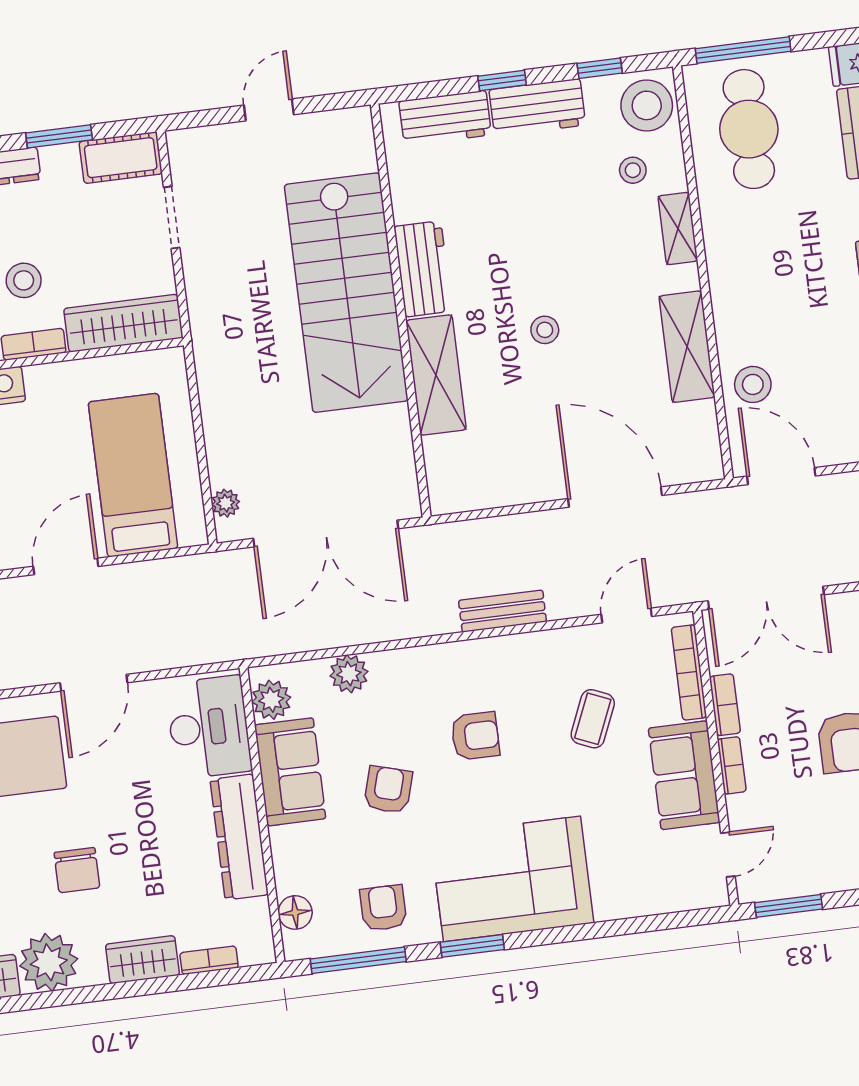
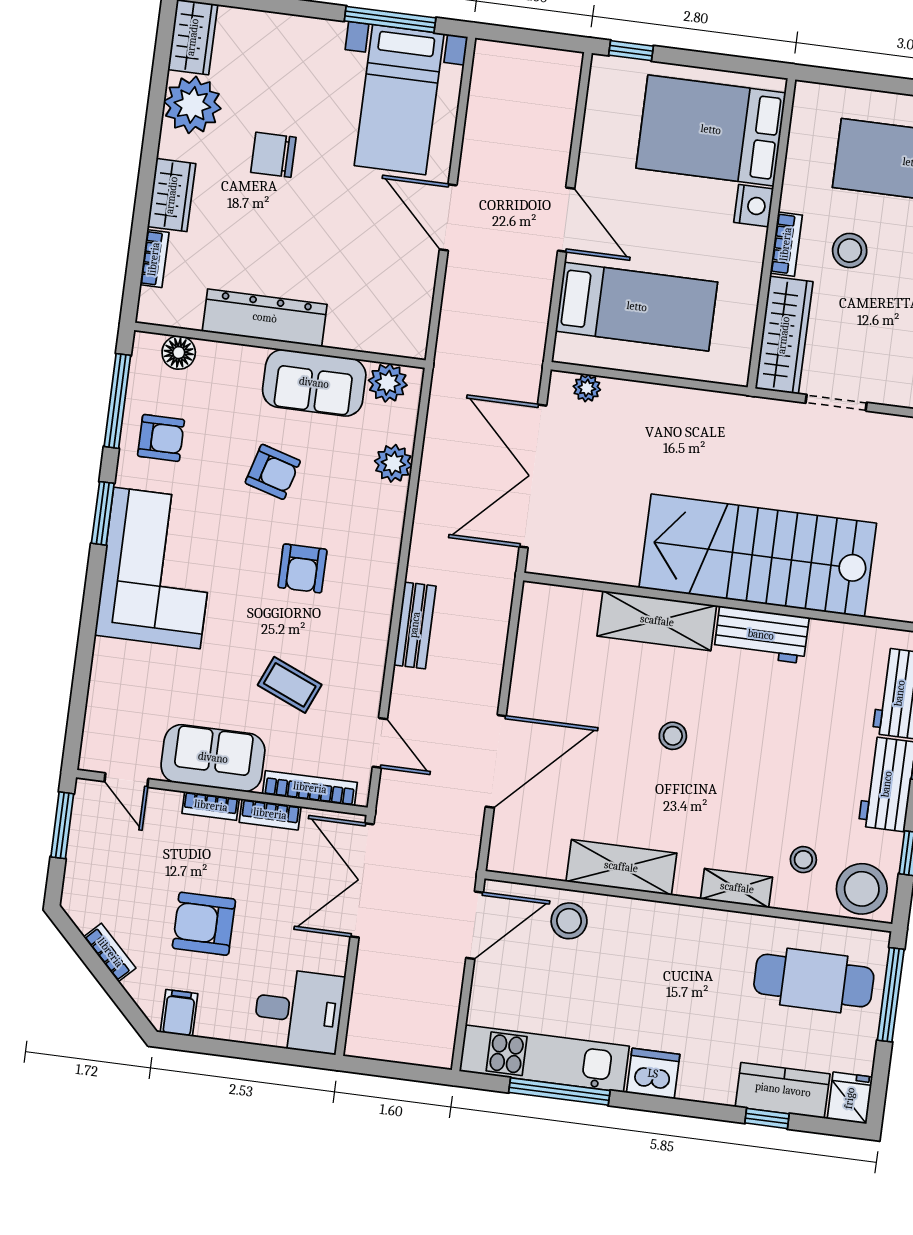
doorway: (172, 217) -> (836, 403), moved
desk: (209, 727) -> (377, 316), removed

